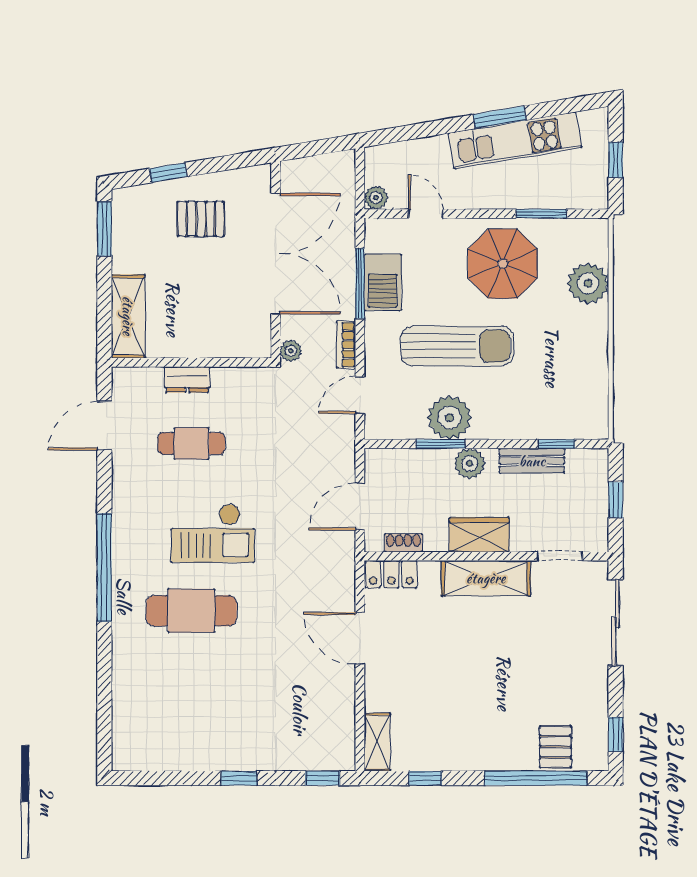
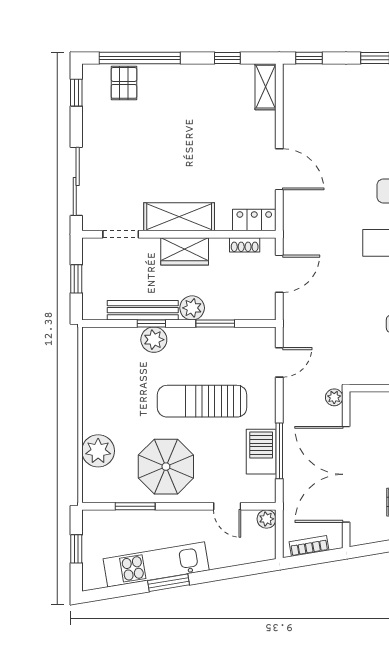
bookcase: (346, 345) -> (309, 546), moved, turned -99
plant: (449, 418) -> (154, 340), moved, width x0.73, depth x0.73
window: (557, 444) -> (151, 323), moved
bench: (532, 461) -> (143, 310), width x1.36

